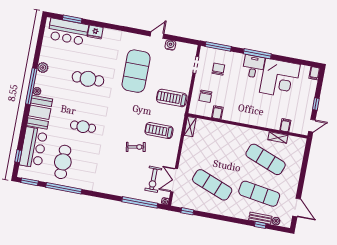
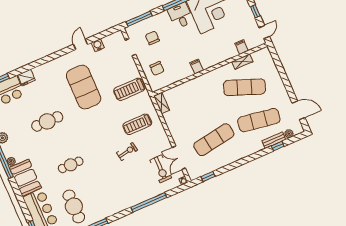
filing cabinet: (217, 112) -> (197, 67), moved
exercise mat: (212, 185) -> (214, 140), turned -30
window: (140, 202) -> (149, 202), moved

